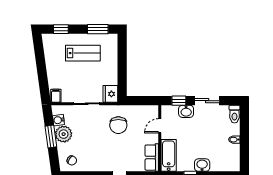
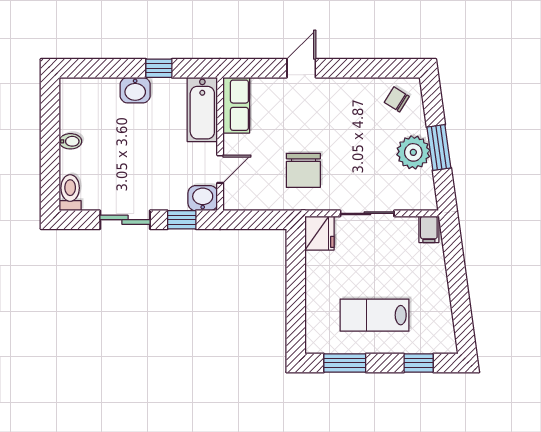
washbasin: (186, 111) -> (203, 198), moved
water cooler: (59, 120) -> (423, 181), removed
chair: (118, 125) -> (303, 170), turned 180

